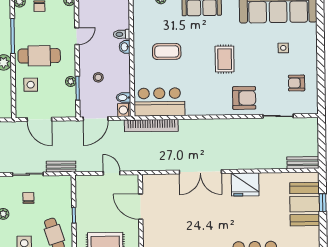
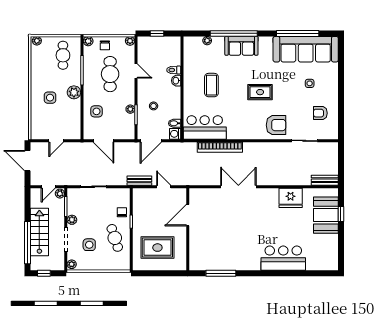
door: (77, 36) -> (136, 71), hinge flipped
coffee table: (167, 52) -> (211, 85), turned 90
cafe table: (39, 56) -> (110, 74), moved, turned 90
rug: (225, 59) -> (260, 92), turned 90
bookcase: (151, 126) -> (220, 147), moved
bench: (61, 167) -> (139, 181), moved
double door: (200, 172) -> (238, 187), swing flipped
fridge: (245, 184) -> (291, 198), moved
chair: (28, 198) -> (122, 212), moved
door: (141, 207) -> (188, 215), hinge flipped

